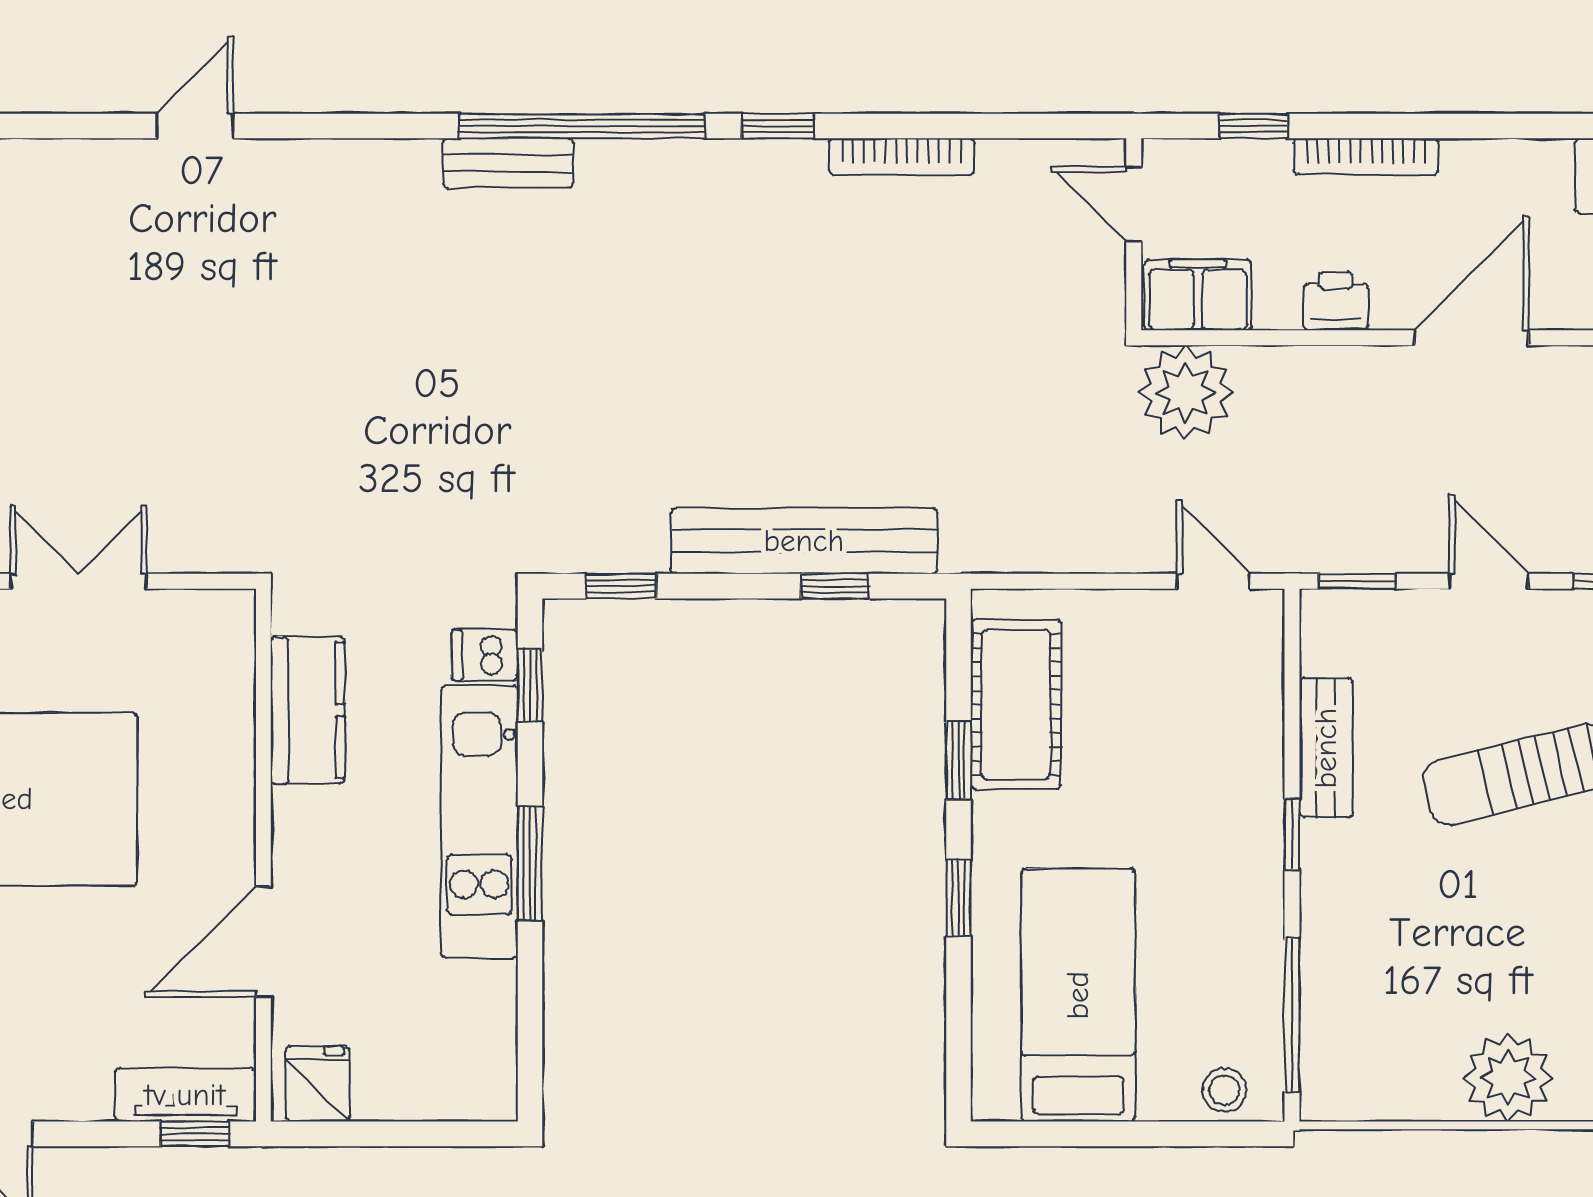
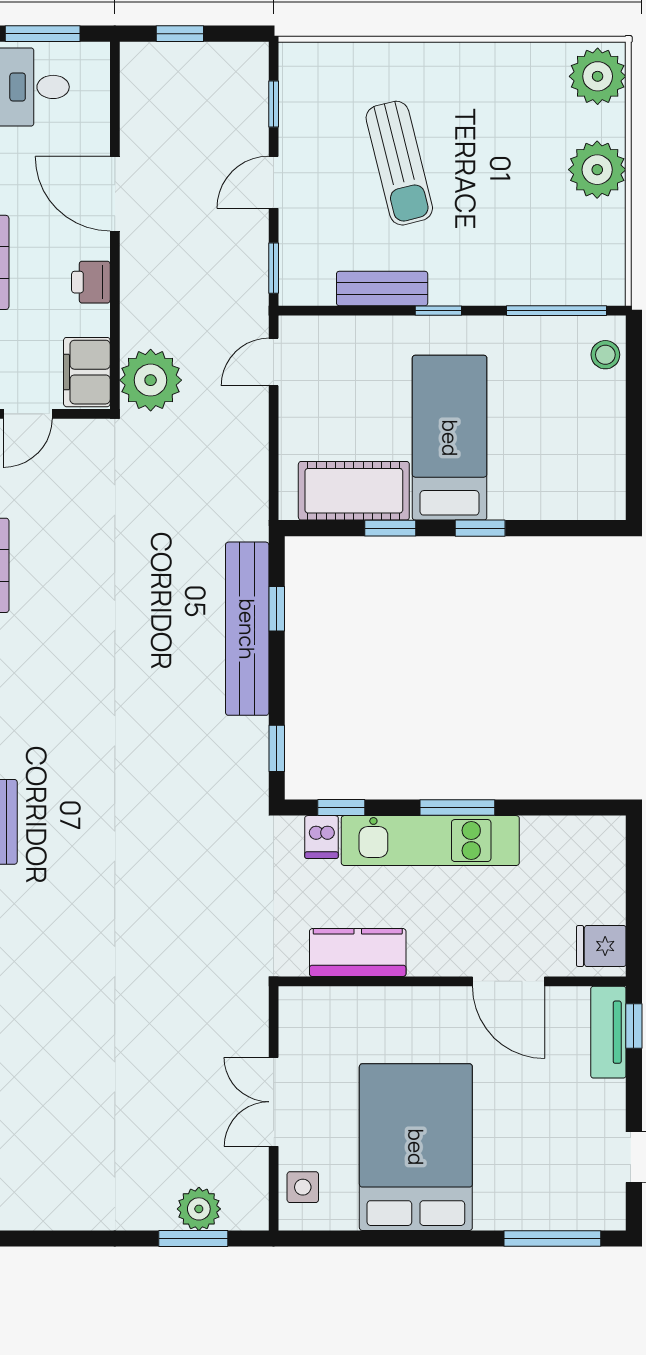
bed: (1078, 995) -> (450, 438), moved, turned 90

